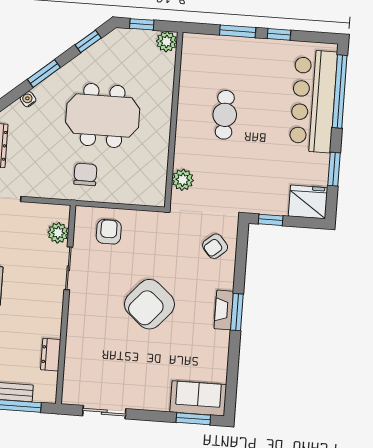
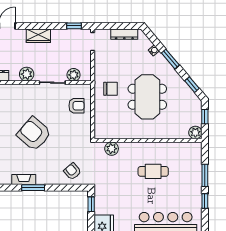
plant: (51, 309) -> (27, 74), added
fireplace: (224, 310) -> (24, 180), moved

